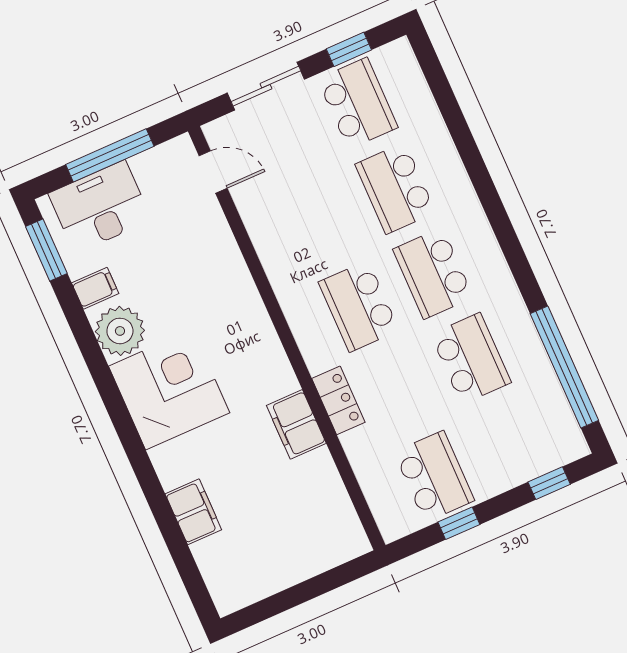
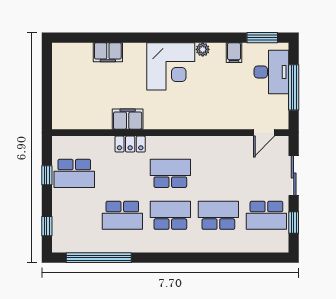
plant: (120, 331) -> (203, 49), width x0.53, depth x0.53

